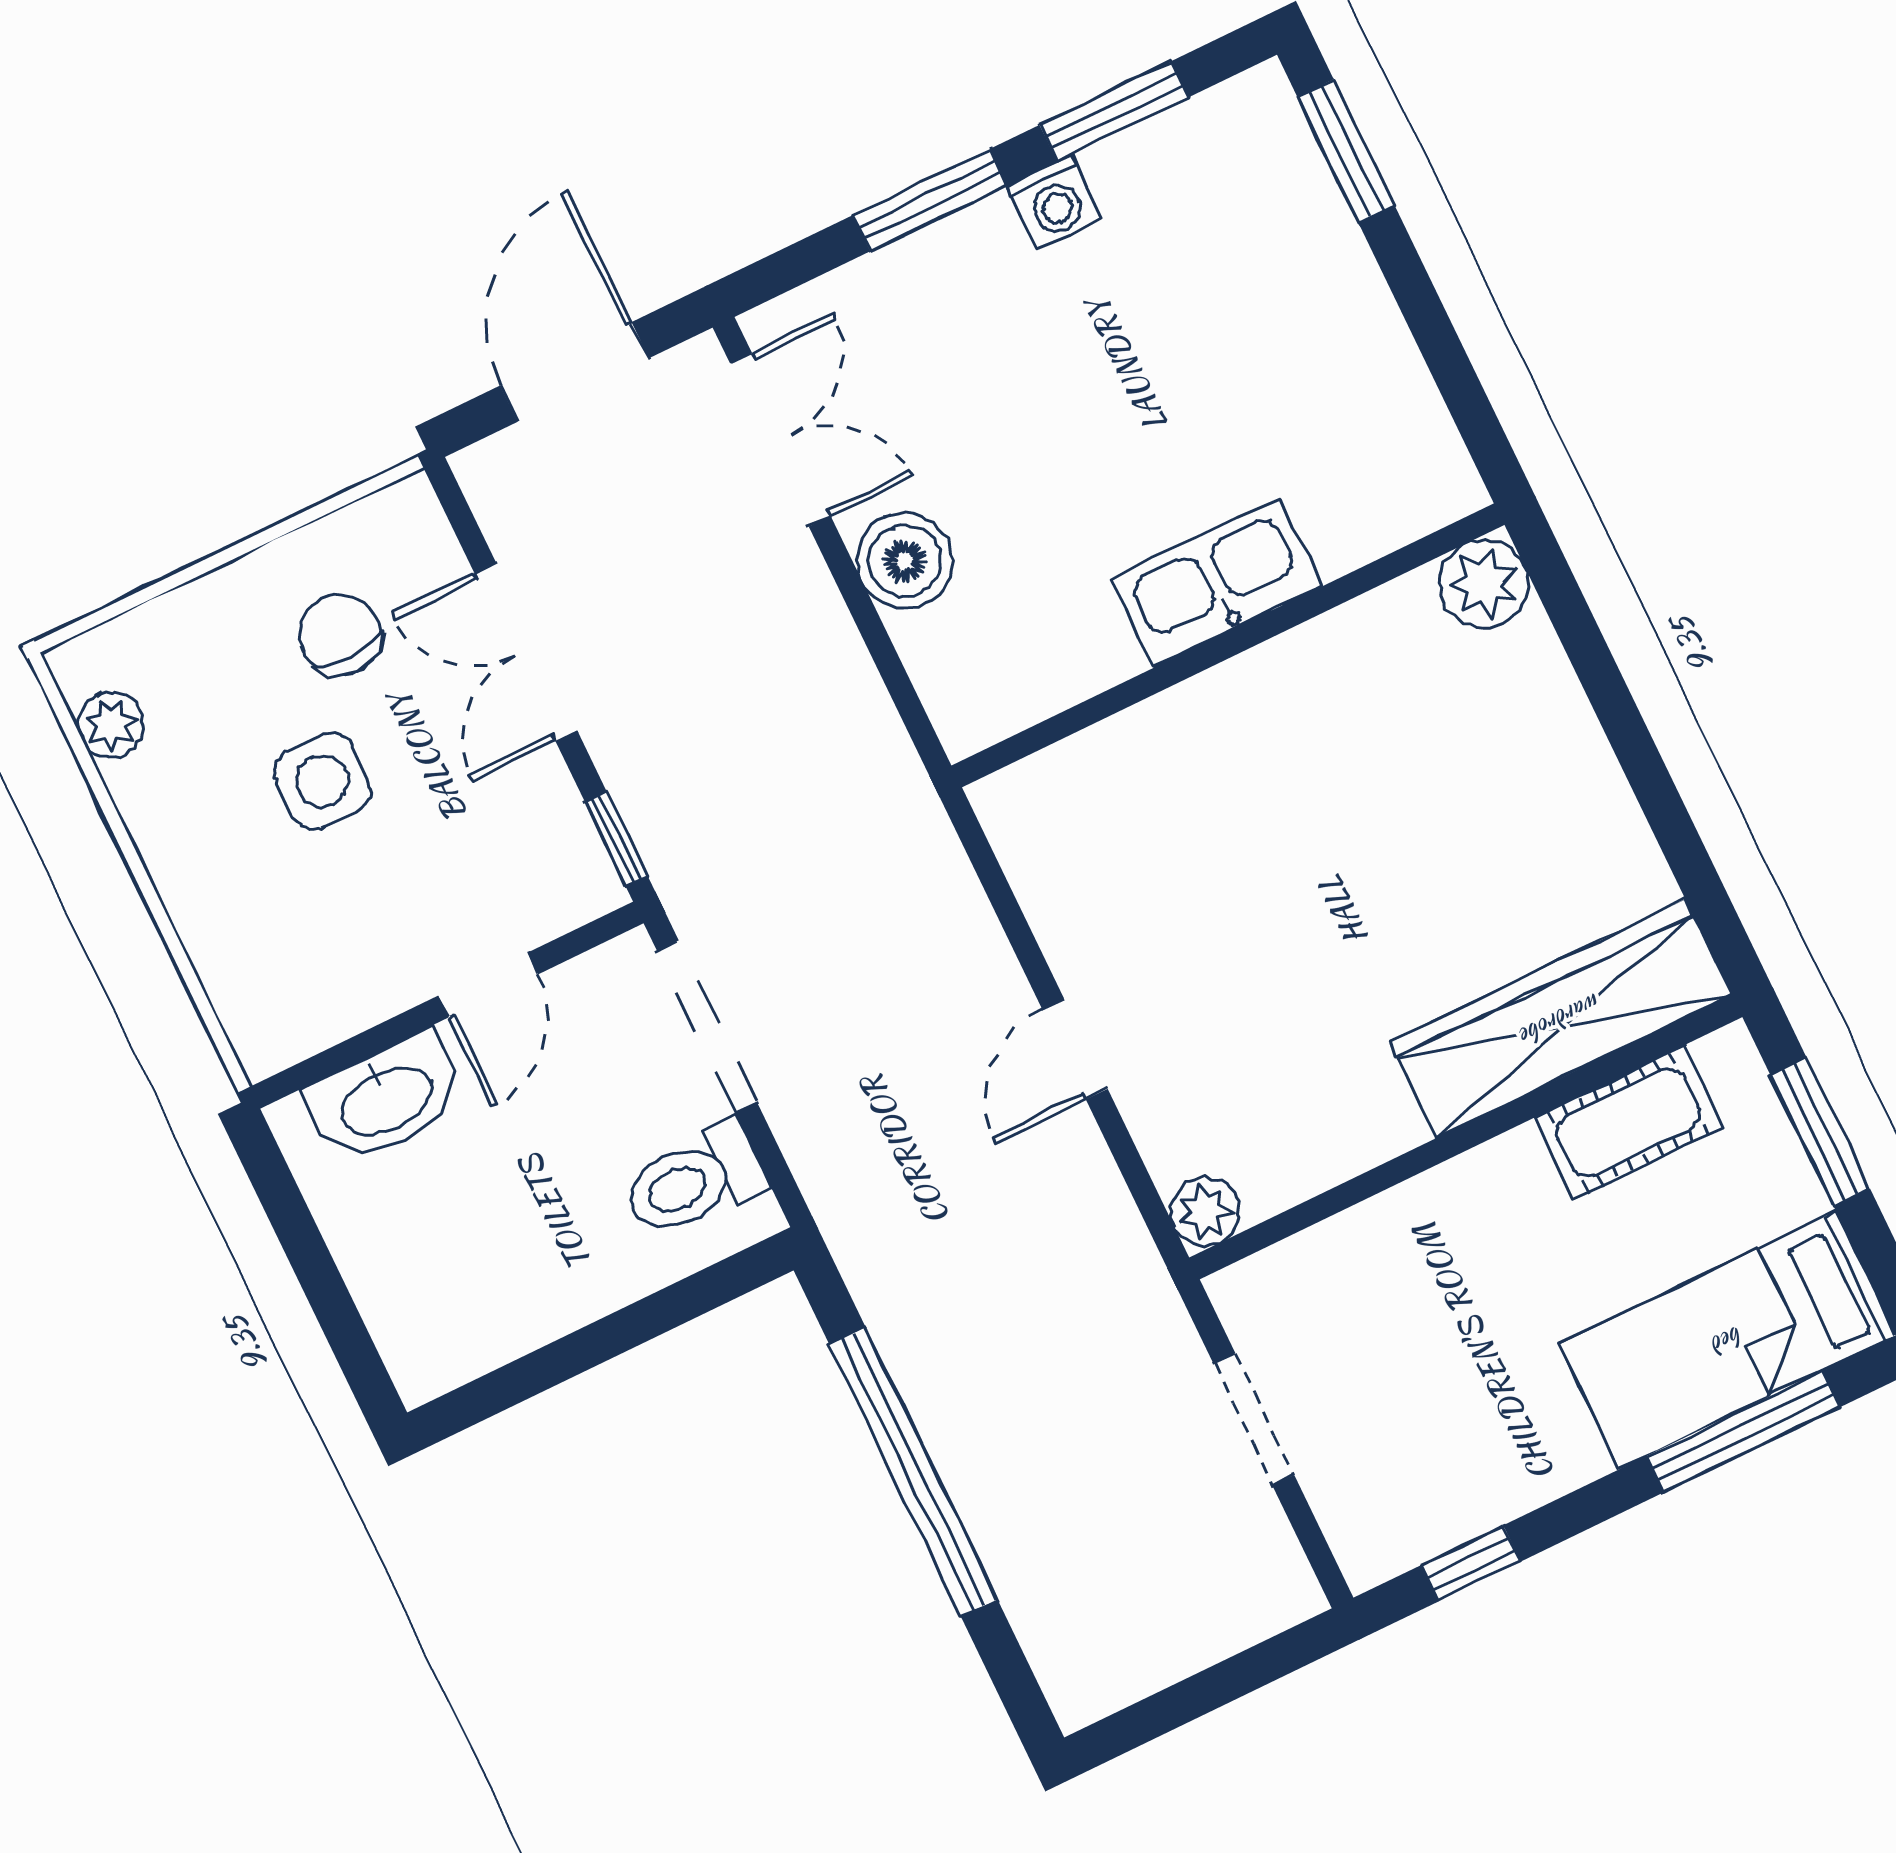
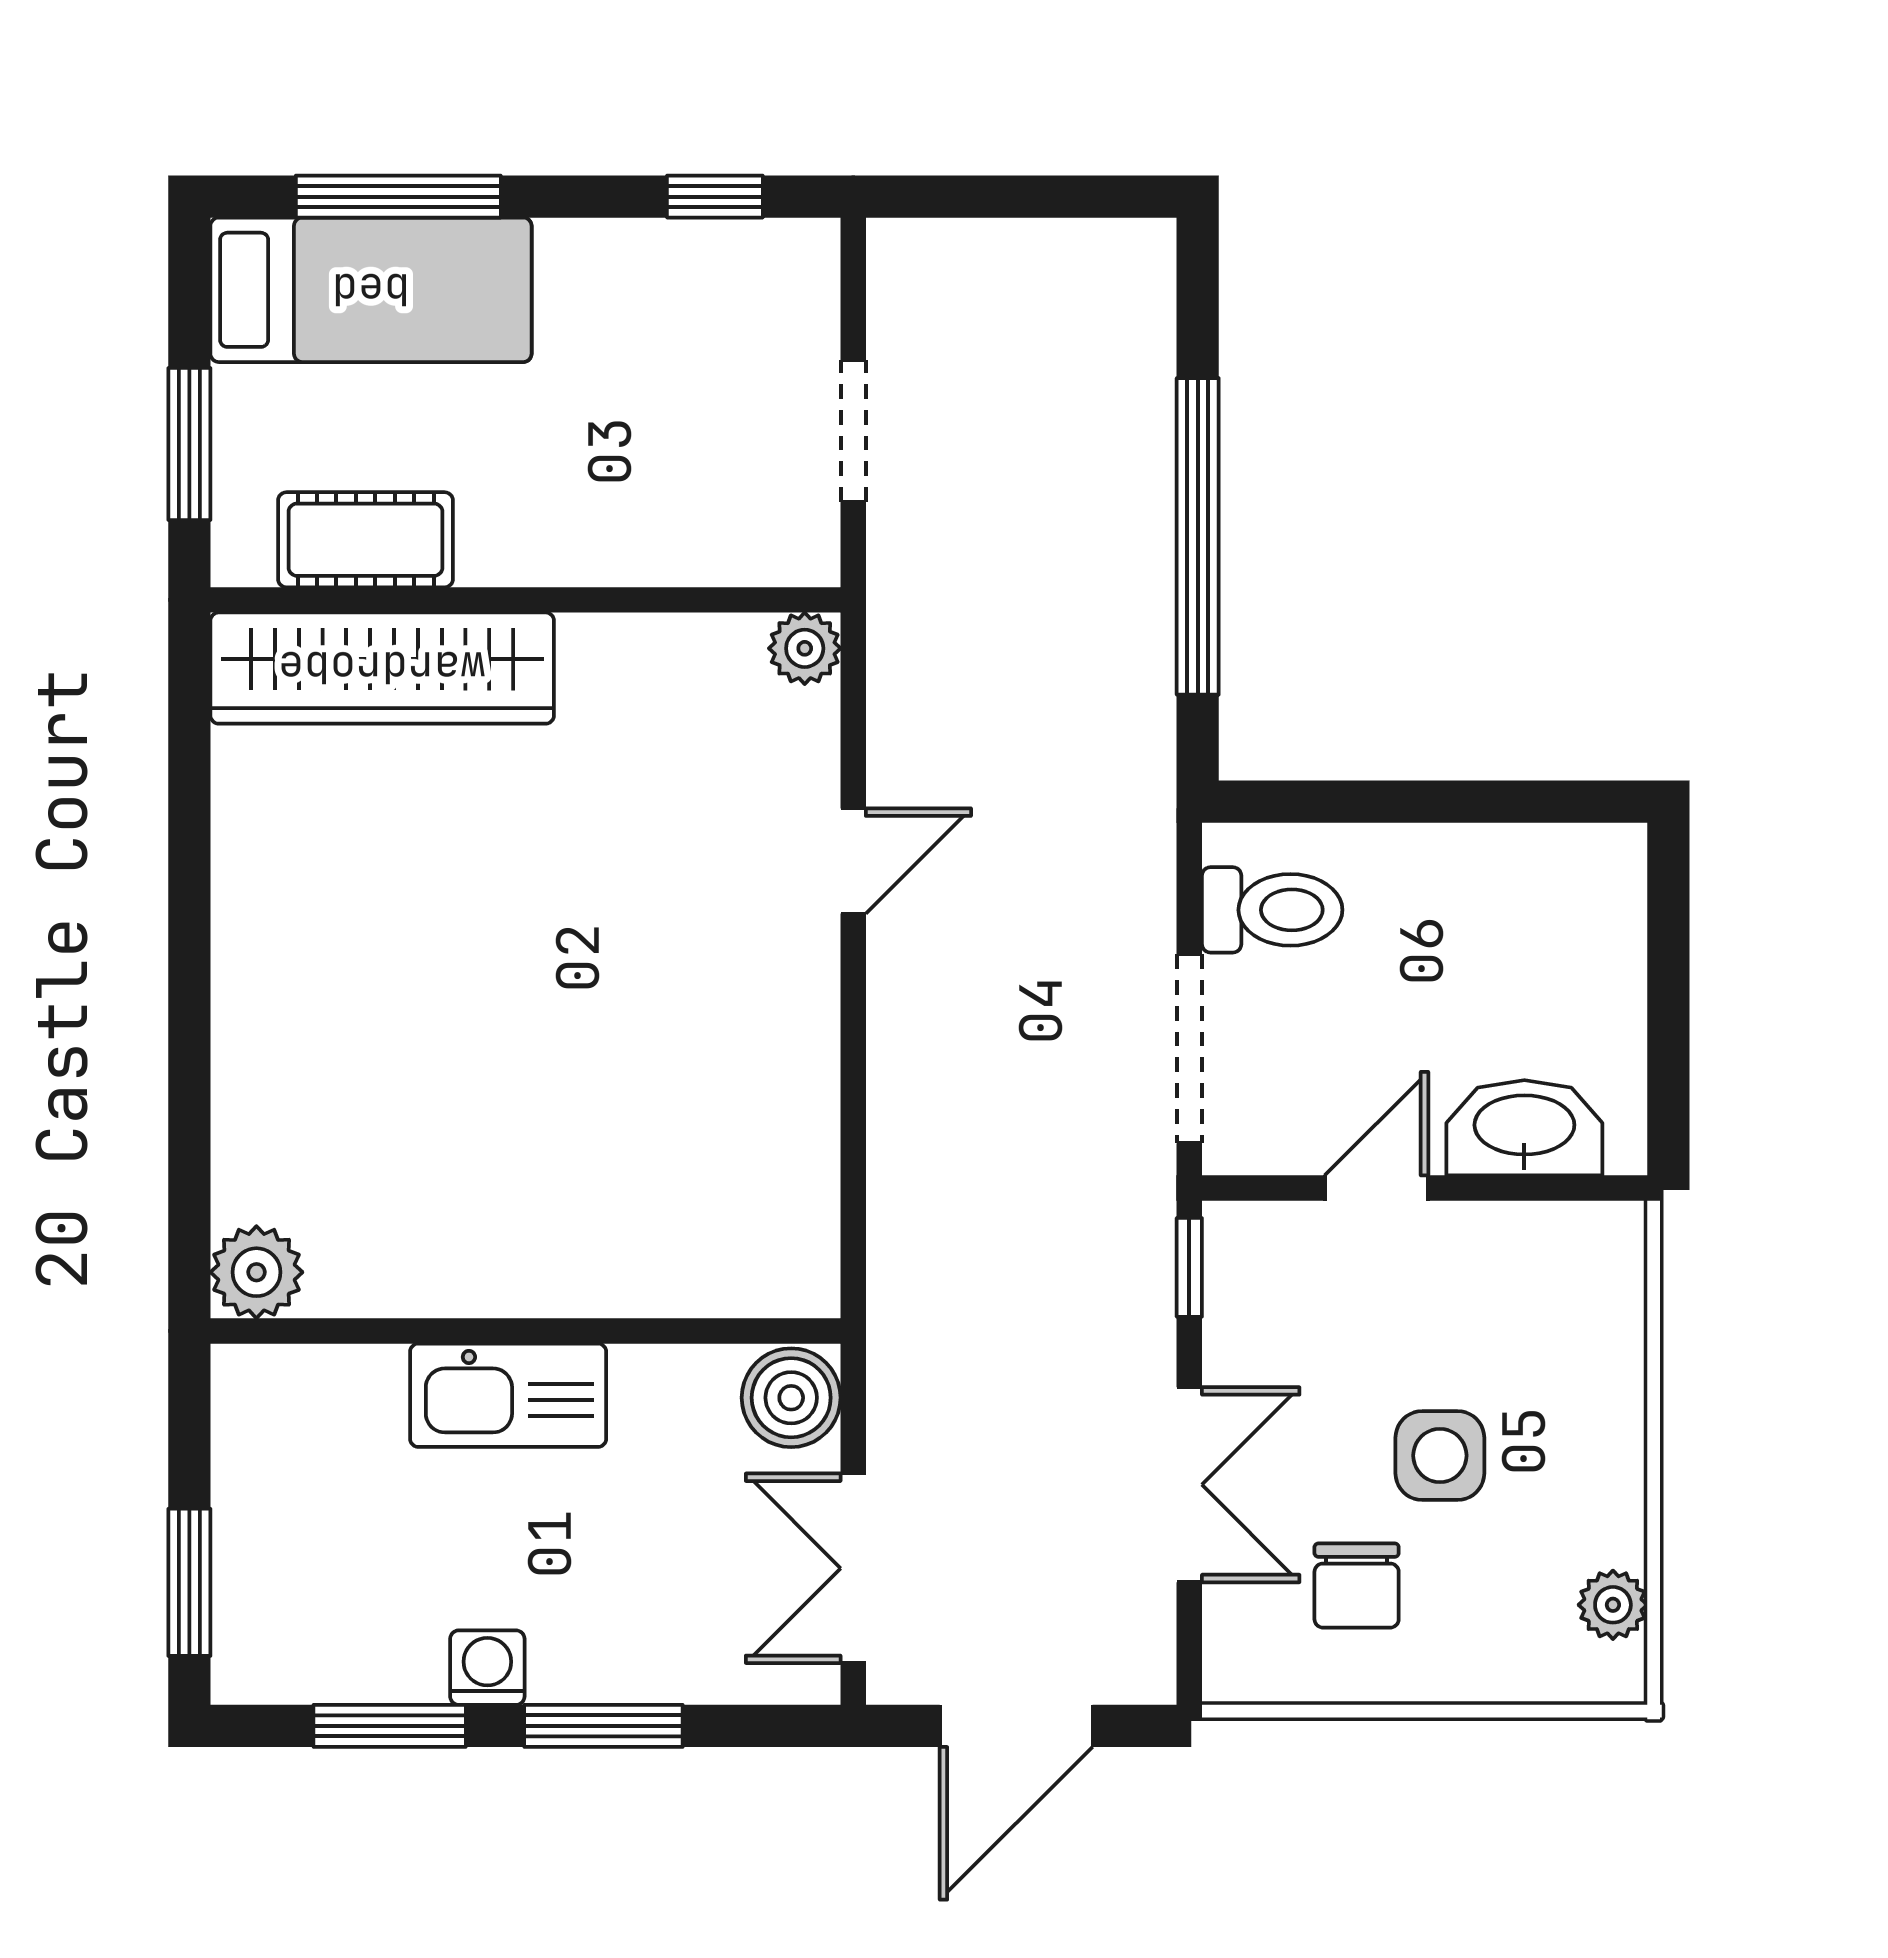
kitchen sink: (1216, 583) -> (508, 1395), moved
plant: (1484, 584) -> (256, 1272), moved
wall: (1228, 645) -> (525, 1331), moved

